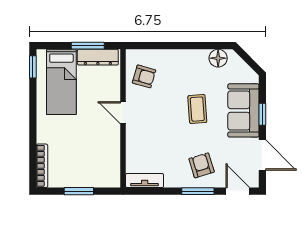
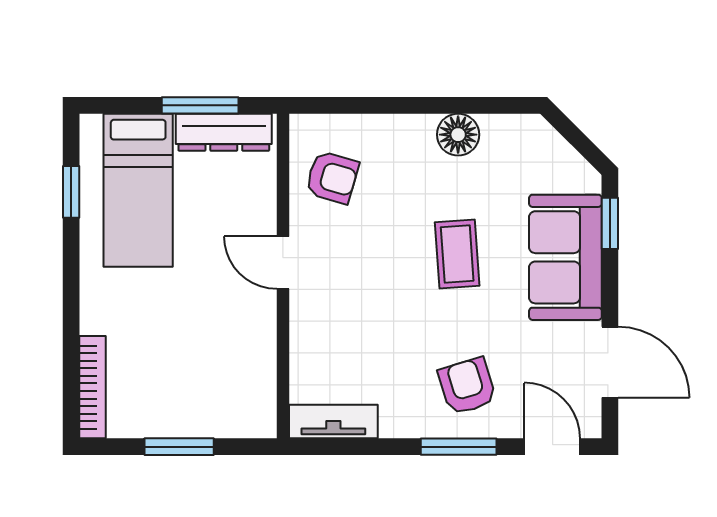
floor lamp: (218, 58) -> (458, 135), moved
window: (33, 67) -> (71, 192), moved
window: (262, 114) -> (610, 223), moved

